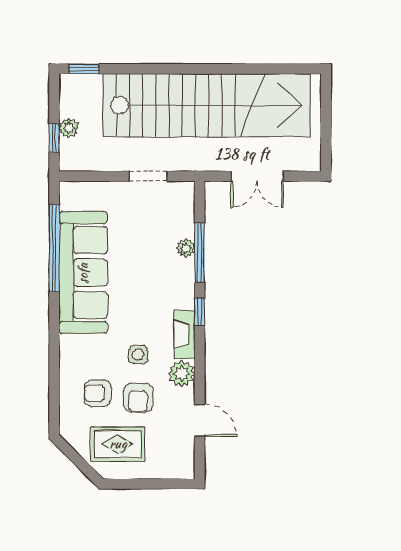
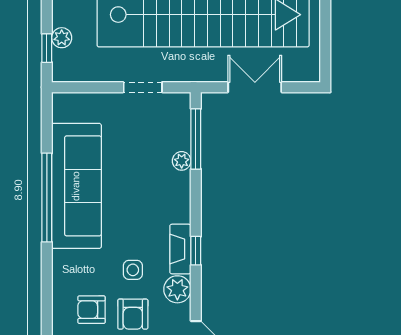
double door: (257, 176) -> (255, 87), swing flipped
window: (54, 248) -> (47, 198), moved
window: (200, 253) -> (196, 139), moved
window: (200, 312) -> (196, 251), moved

